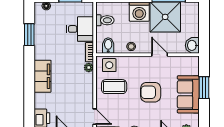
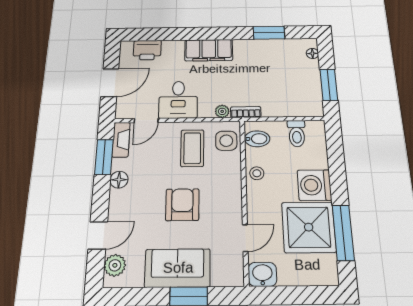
desk: (80, 29) -> (178, 100), moved
door: (160, 55) -> (245, 238), moved

